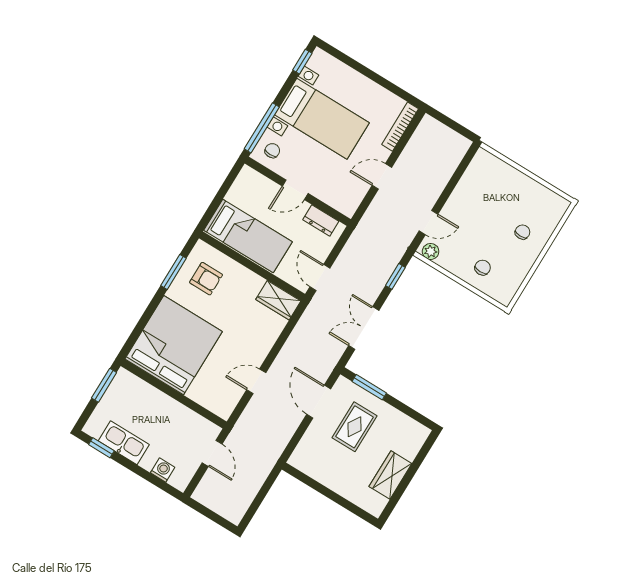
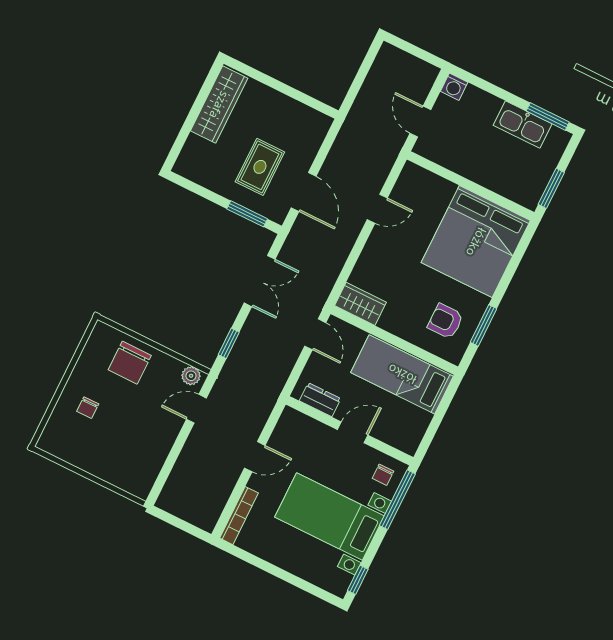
chair: (483, 268) -> (130, 363), width x1.87, depth x1.87
window: (101, 448) -> (548, 116), width x1.50
washing machine: (163, 470) -> (454, 87), moved
wardrobe: (390, 475) -> (219, 105), width x1.50

